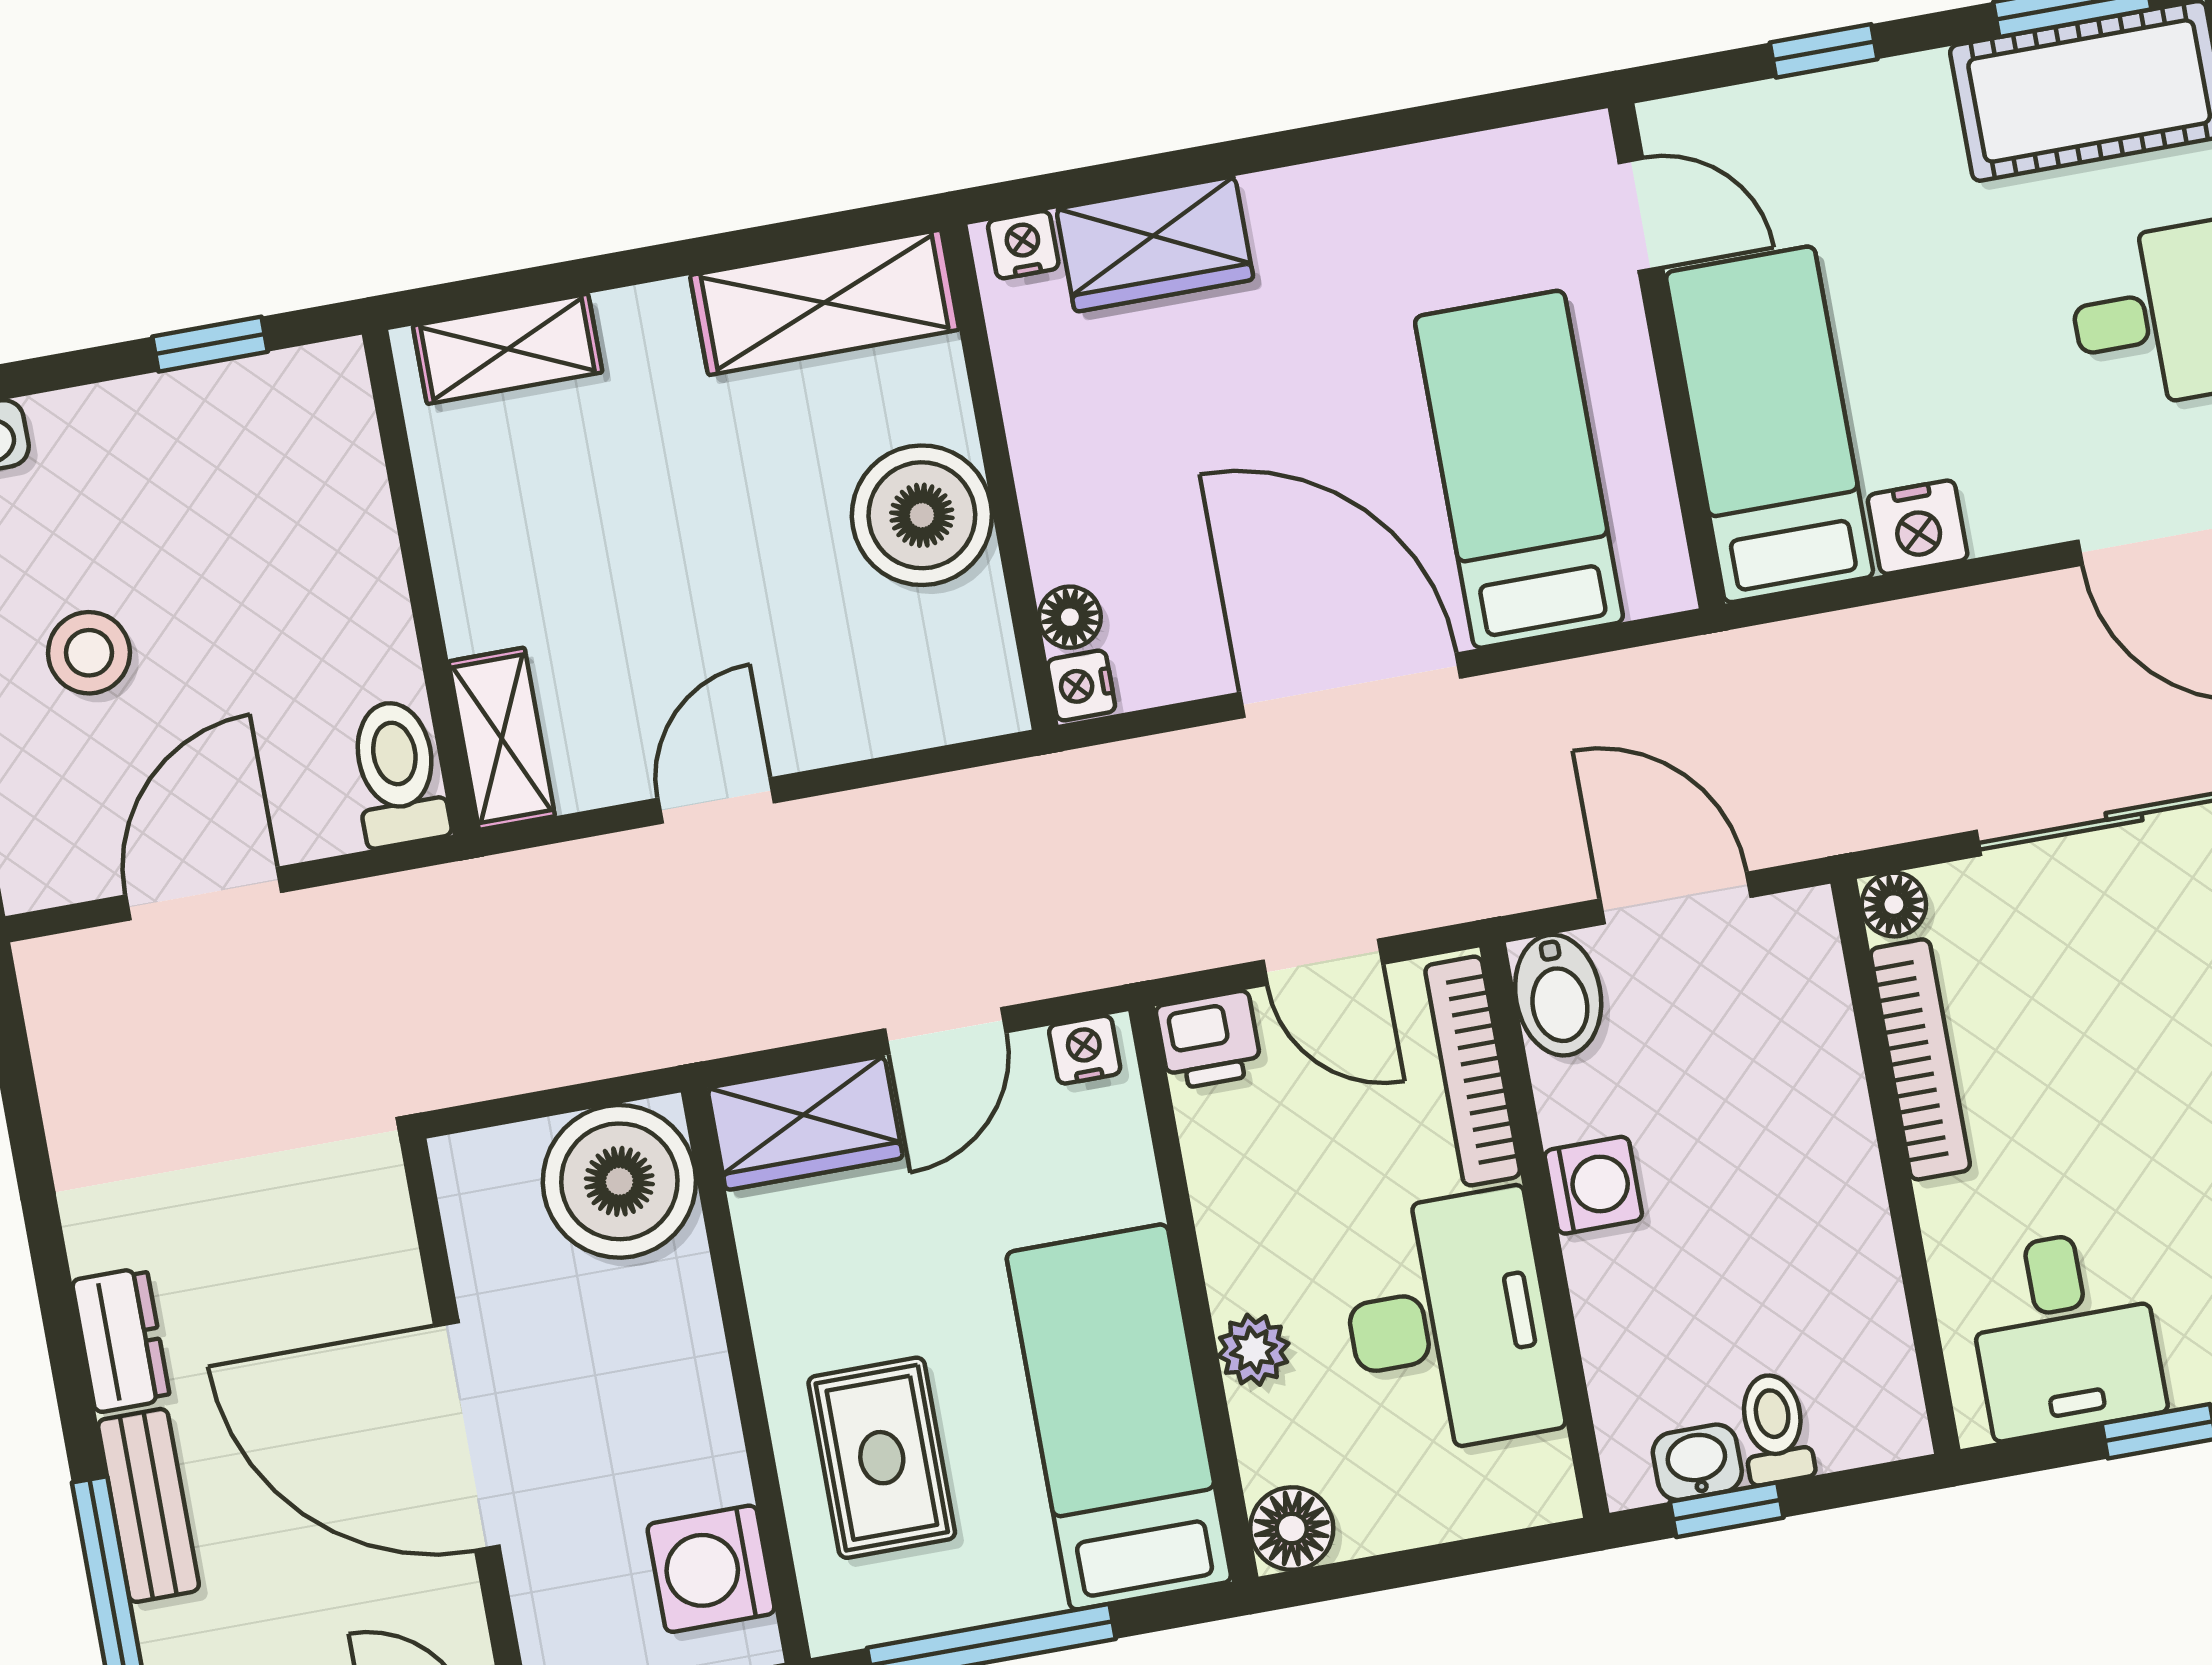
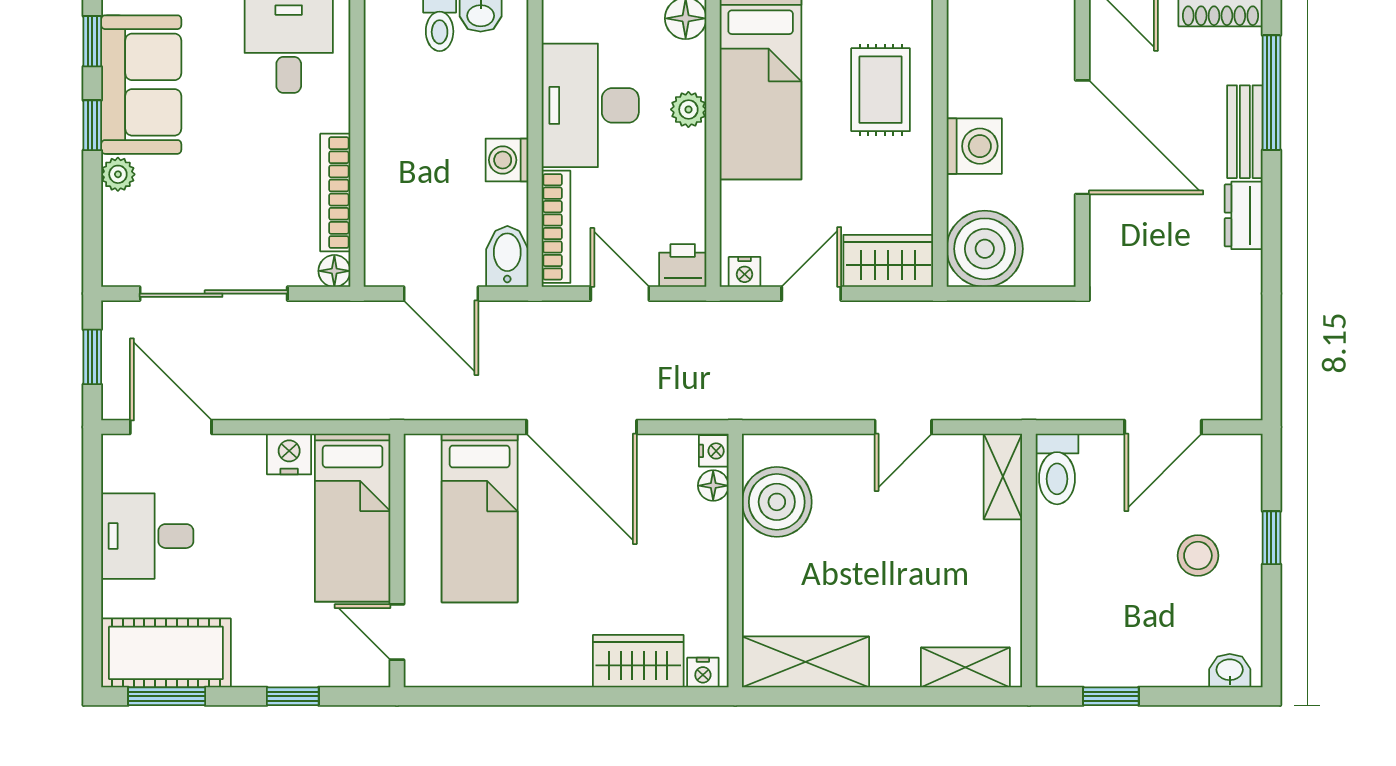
boiler: (922, 515) -> (777, 502), moved
washing machine: (711, 1569) -> (974, 146), moved

